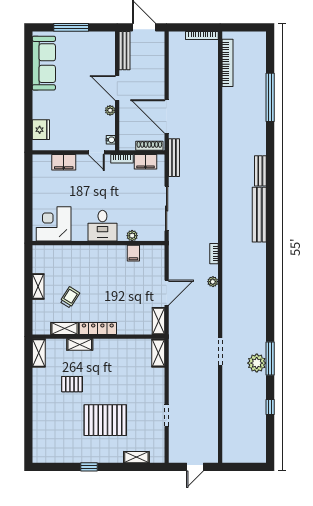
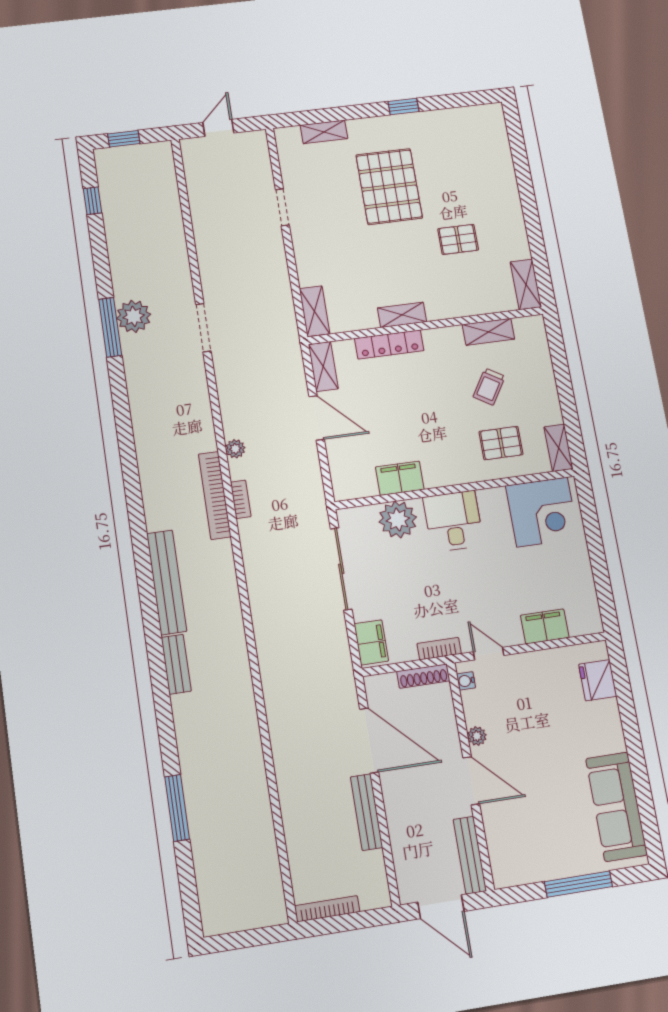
bookcase: (227, 63) -> (215, 495), moved
window: (270, 97) -> (177, 808), width x0.68
shoe rack: (149, 146) -> (423, 676), moved
bench: (174, 158) -> (367, 812), moved
filing cabinet: (145, 162) -> (371, 642), moved, turned 90
plant: (132, 236) -> (398, 520), width x1.87, depth x1.87
filing cabinet: (133, 253) -> (400, 478), width x2.00
pallet: (69, 265) -> (501, 443), added
shelving: (38, 286) -> (558, 448), moved
door: (167, 293) -> (317, 418), swing flipped
locker: (98, 329) -> (389, 345), moved
shelving: (80, 344) -> (402, 315), moved
window: (270, 407) -> (93, 201), moved
pallet: (105, 420) -> (389, 186), turned 90
window: (248, 467) -> (124, 139), added

